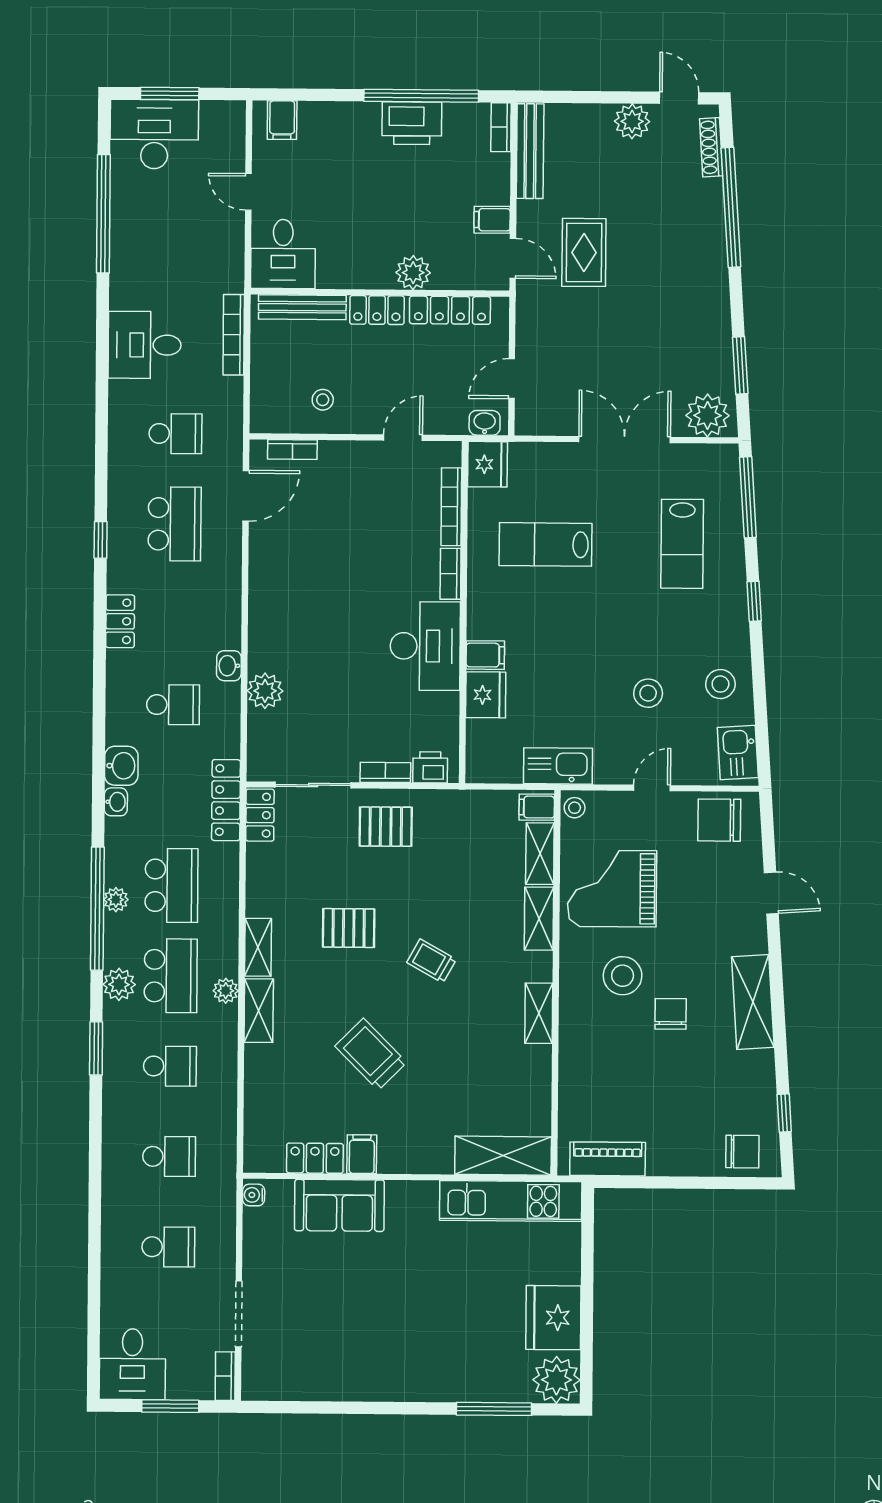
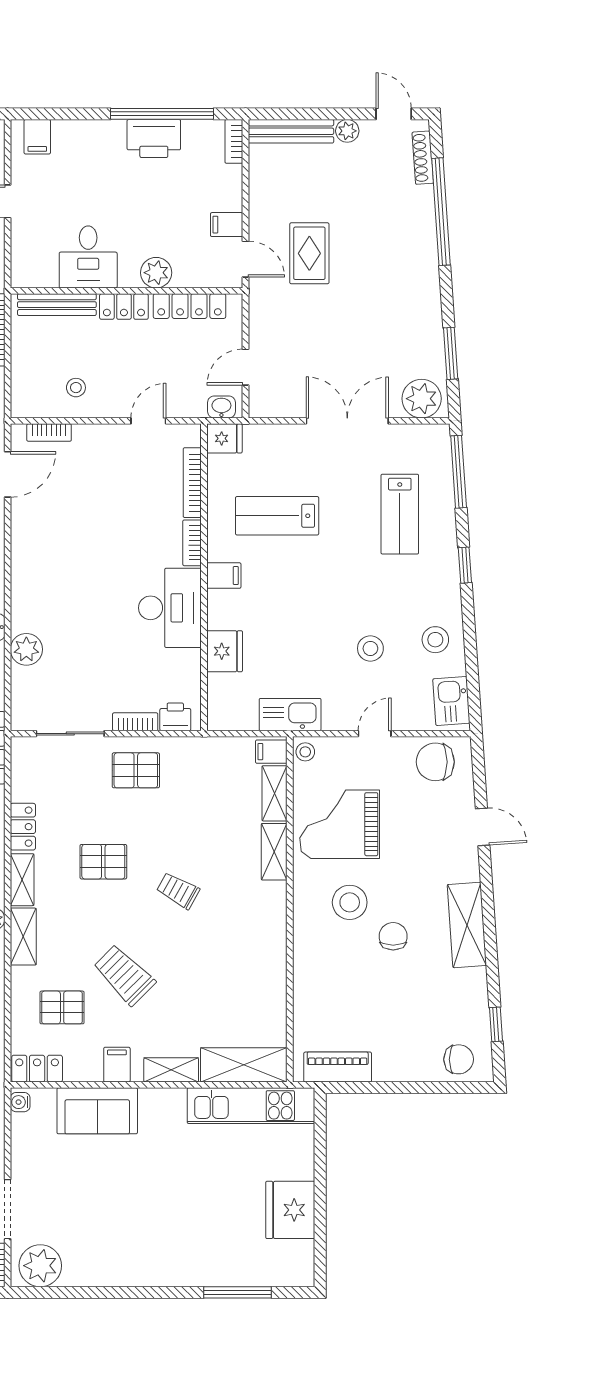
plant: (632, 121) -> (347, 131), width x0.73, depth x0.73
bench: (530, 151) -> (291, 131), moved, turned 90
desk: (283, 254) -> (88, 257), moved
fridge: (487, 464) -> (224, 438), width x0.72
filing cabinet: (485, 655) -> (224, 576), moved
locker: (260, 815) -> (23, 827), moved
shelving: (539, 1013) -> (171, 1070), moved, turned 90
pallet: (301, 1090) -> (62, 1007), added
locker: (315, 1158) -> (37, 1069), moved
plant: (556, 1380) -> (40, 1266), moved

